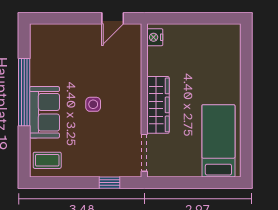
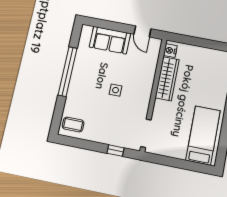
door: (113, 18) -> (142, 31), hinge flipped
wardrobe: (158, 105) -> (167, 79), moved
sofa: (44, 112) -> (110, 40), moved, turned 90

